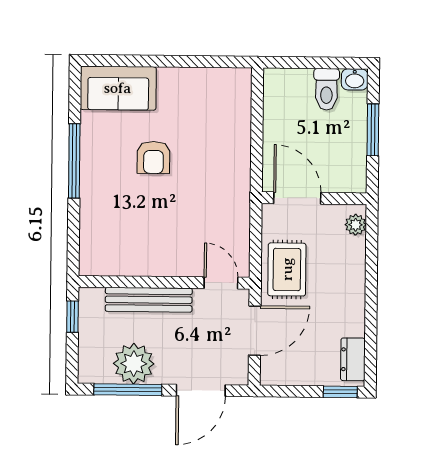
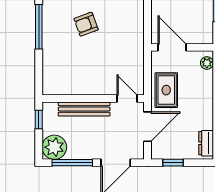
armchair: (153, 157) -> (86, 24), turned 70
plant: (134, 364) -> (54, 147), moved
window: (340, 392) -> (173, 163), moved

